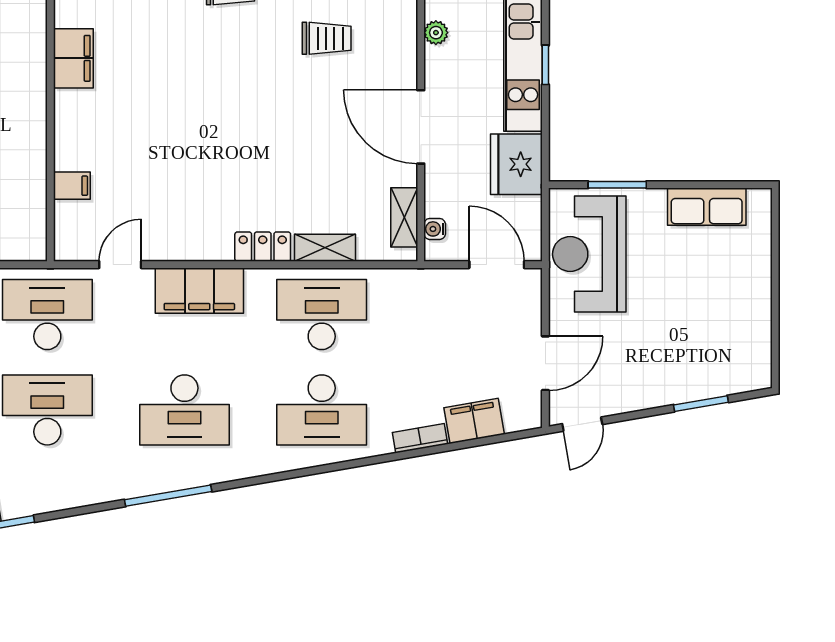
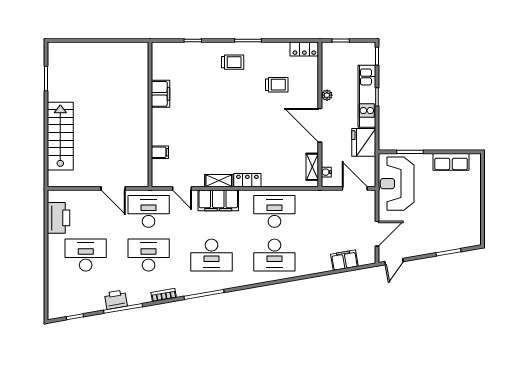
plant: (436, 33) -> (327, 95), moved
shelving: (325, 248) -> (219, 181), moved
door: (120, 265) -> (182, 188), swing flipped
bookcase: (420, 438) -> (164, 295), moved

